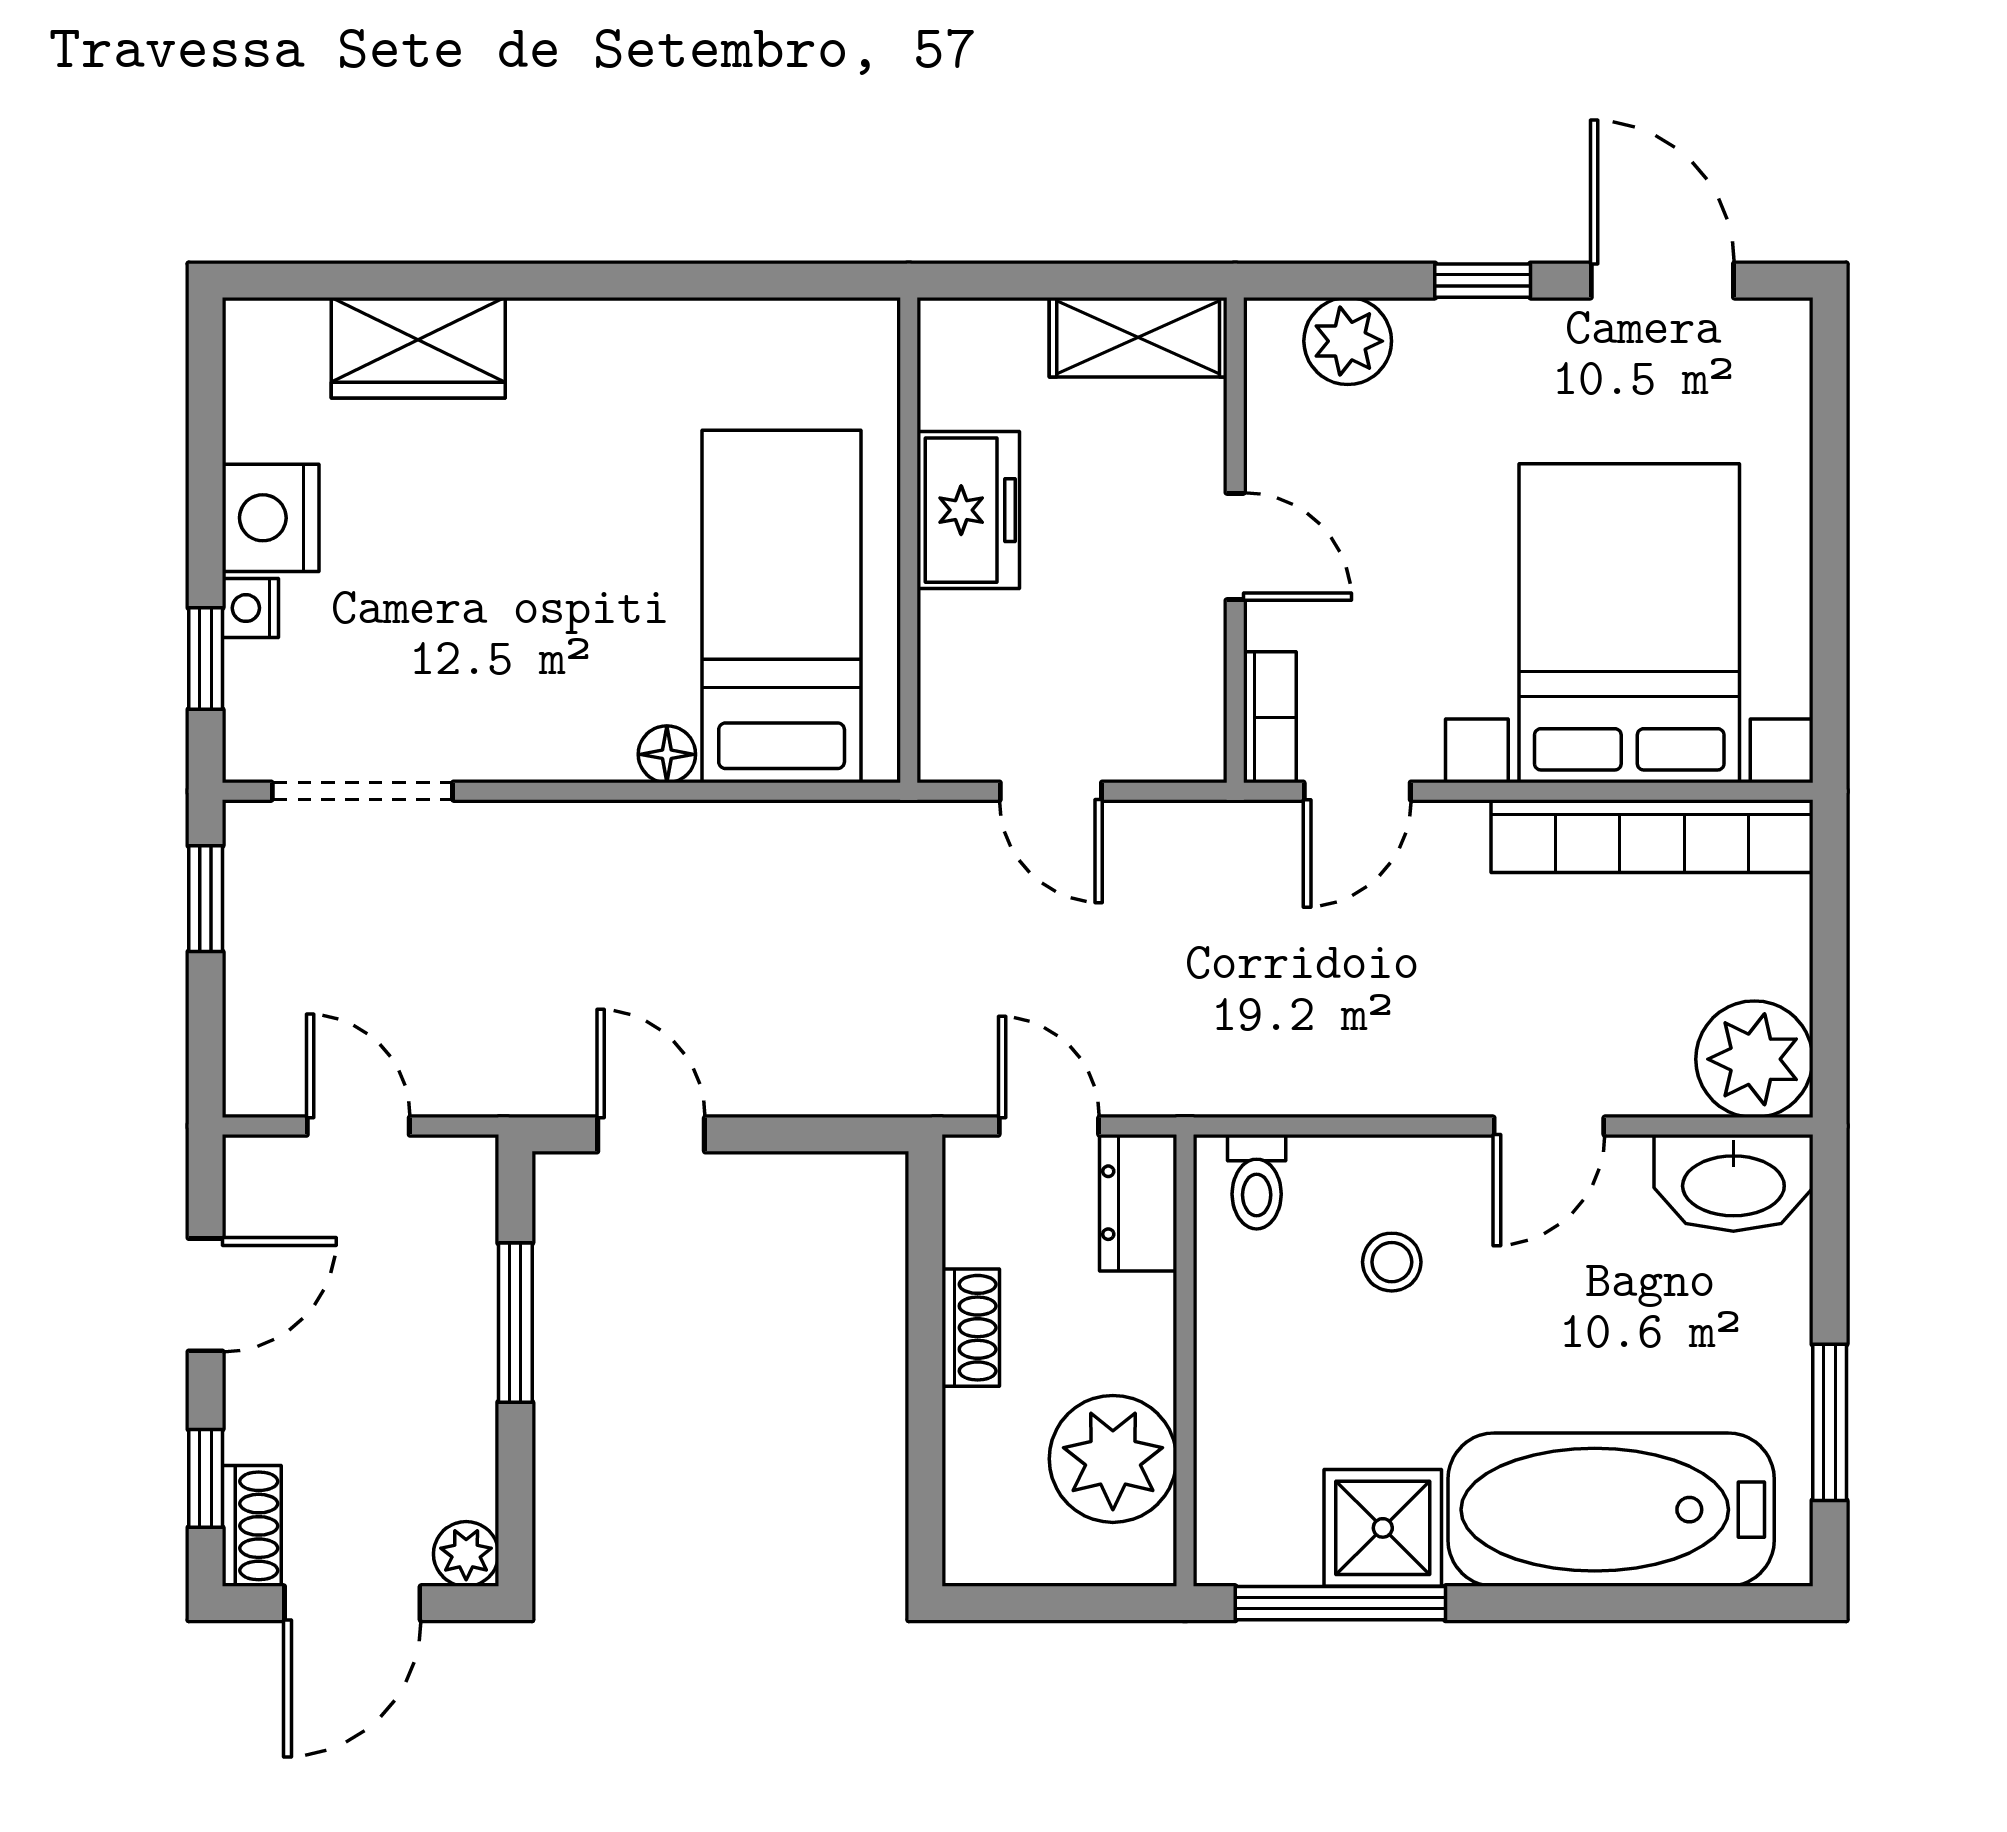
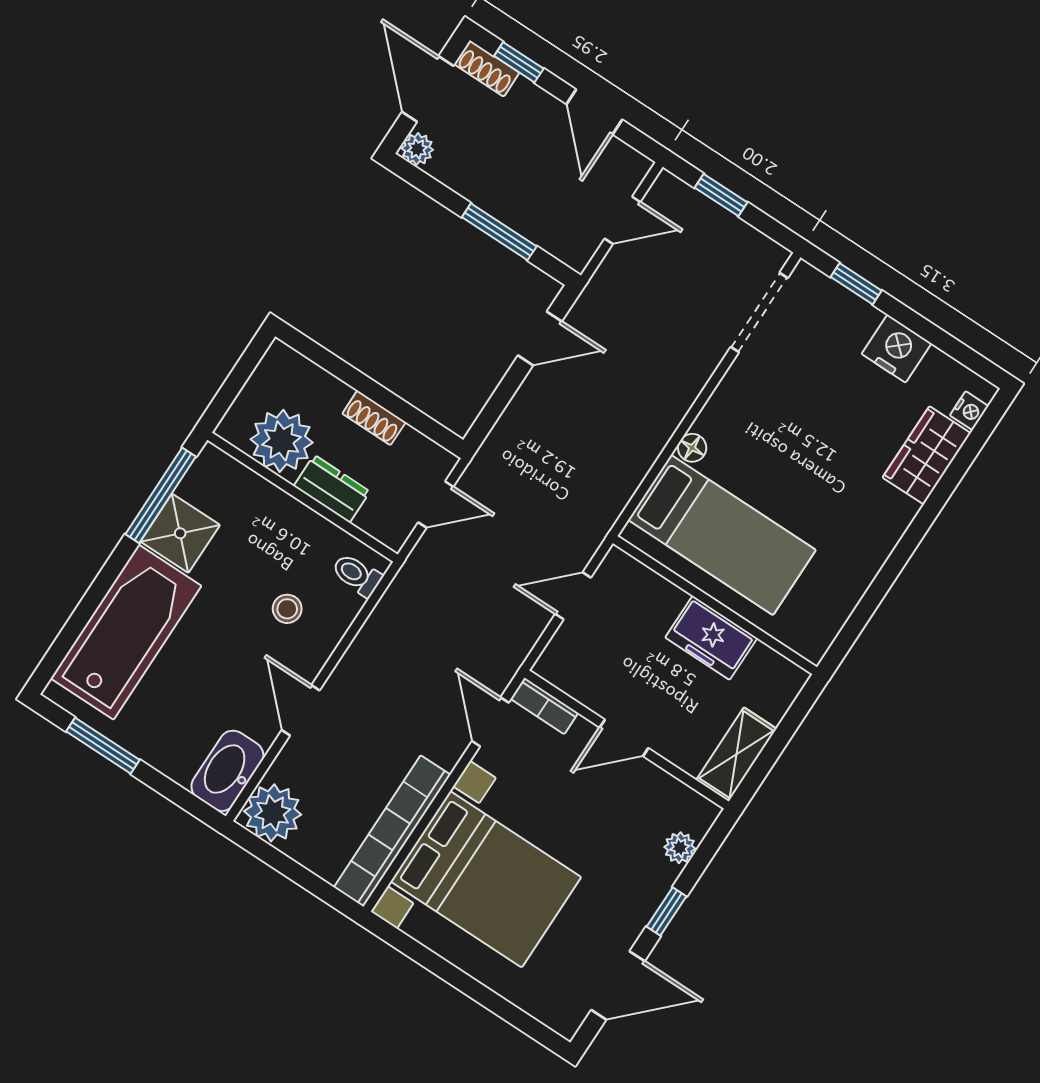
plant: (1348, 341) -> (680, 848), width x0.73, depth x0.73
nightstand: (250, 608) -> (969, 411), moved, turned 90
window: (206, 899) -> (721, 195), moved
dresser: (1138, 1203) -> (332, 489), moved

